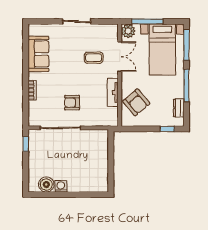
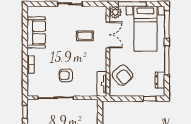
tv unit: (113, 92) -> (102, 84), moved

